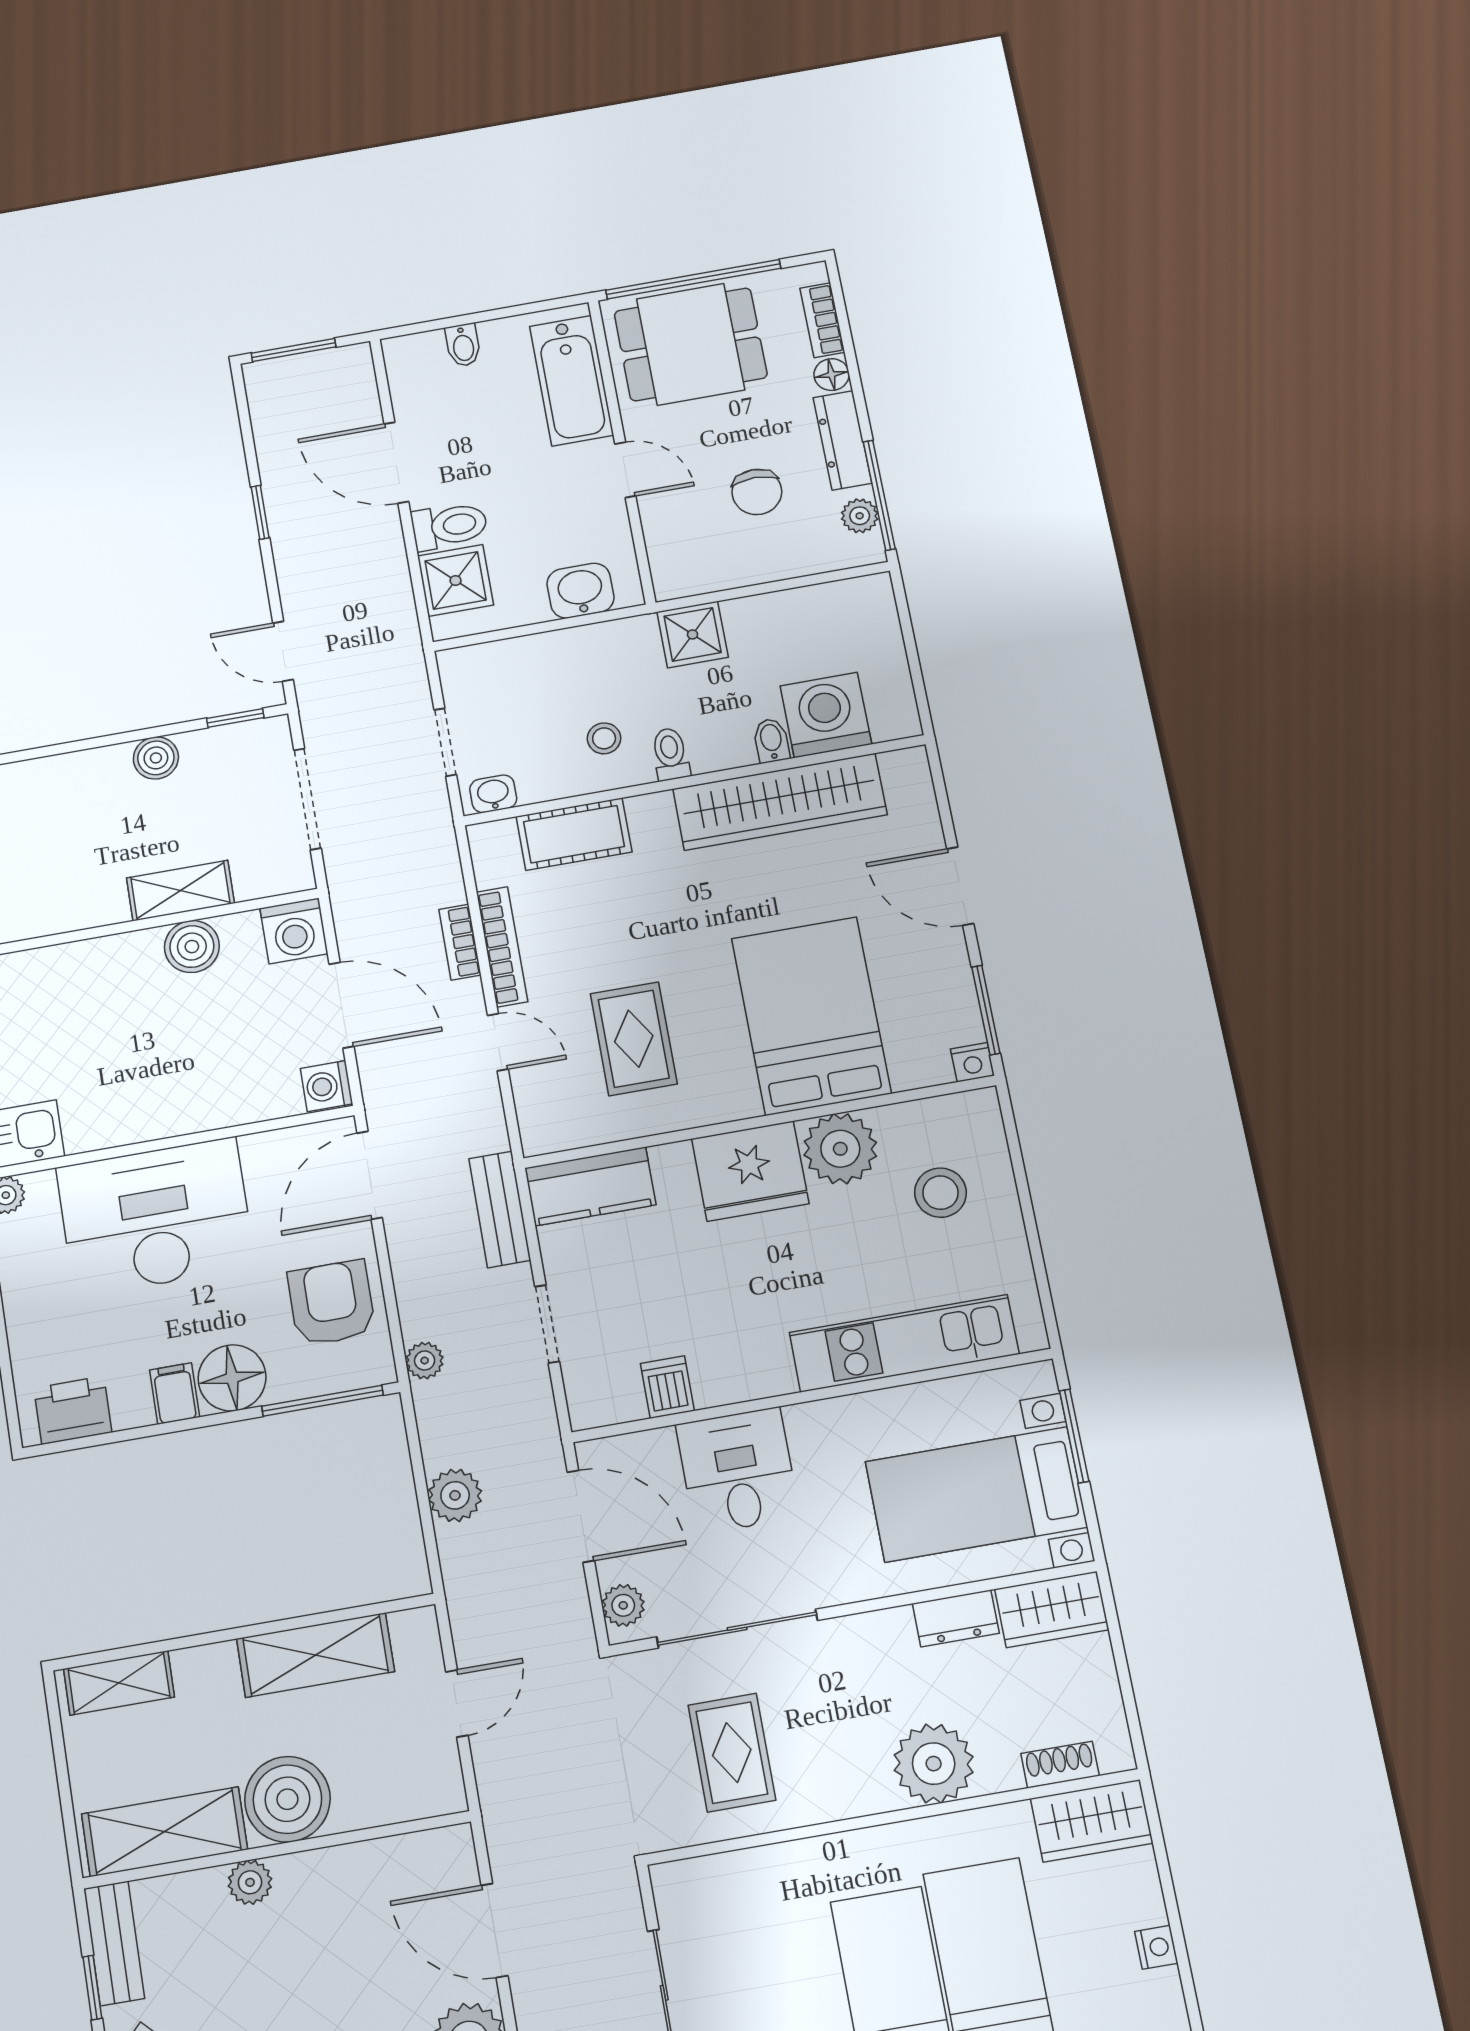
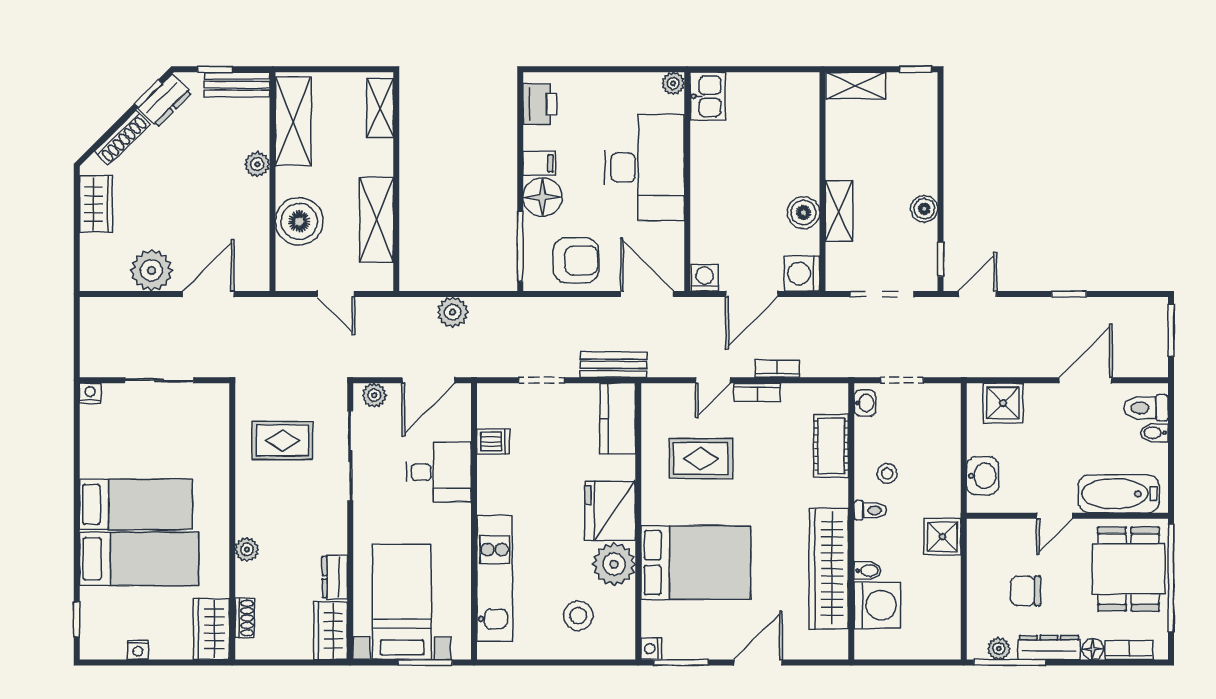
toilet: (449, 526) -> (1146, 408), moved, turned 90
bookcase: (502, 947) -> (757, 392), width x0.64
plant: (425, 1361) -> (533, 308), removed
plant: (934, 1764) -> (247, 549), width x0.53, depth x0.53
boiler: (287, 1799) -> (299, 221), moved

